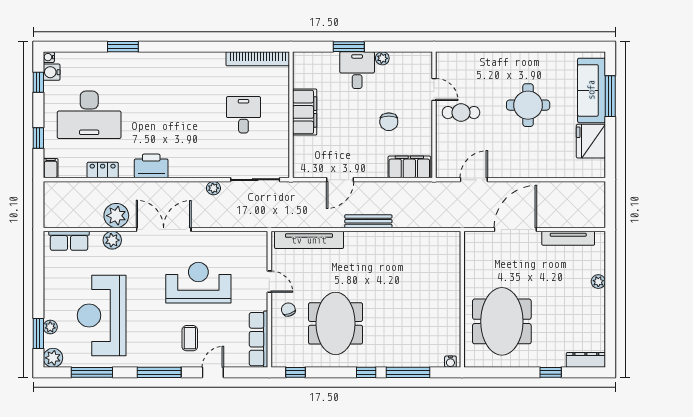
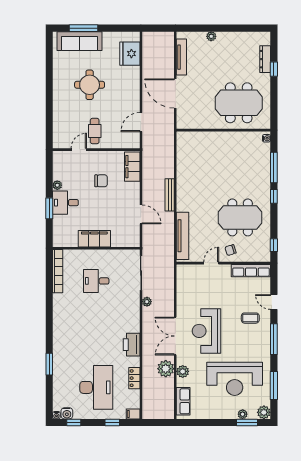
fridge: (591, 141) -> (130, 54), moved, turned 90
door: (474, 180) -> (141, 122), hinge flipped
reception desk: (198, 283) -> (206, 331), moved
dresser: (586, 360) -> (265, 59), moved

